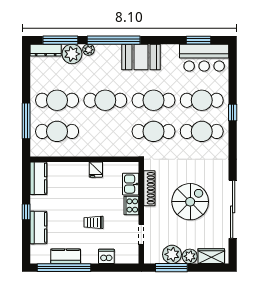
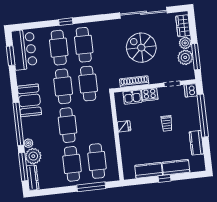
kitchen counter: (38, 178) -> (149, 170), moved
dishwasher: (106, 256) -> (191, 90), moved
window: (64, 268) -> (203, 116), moved

